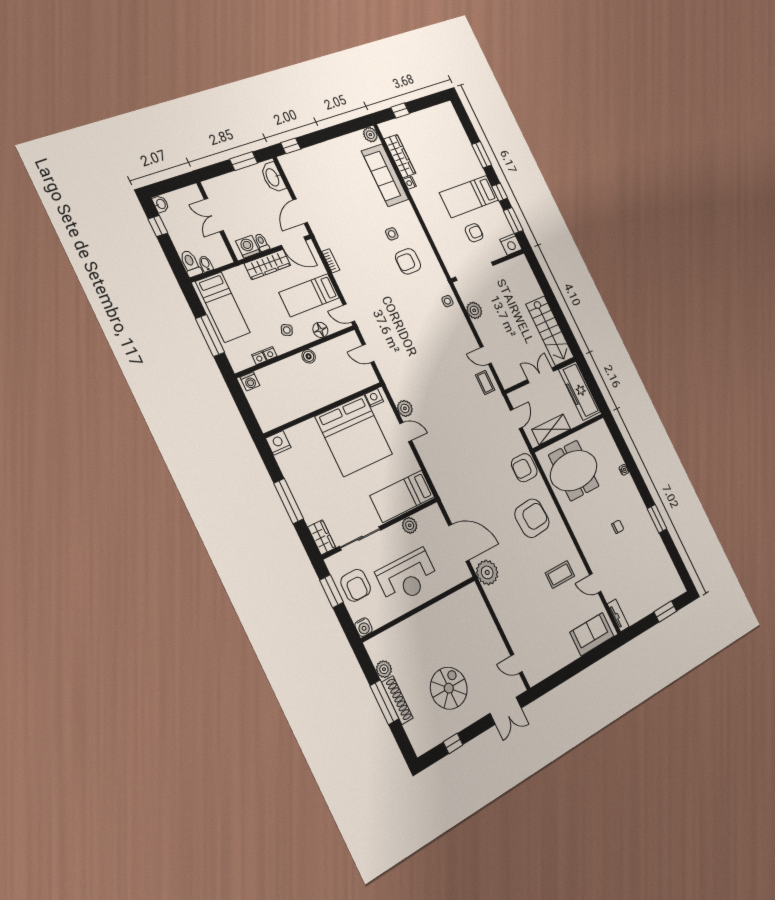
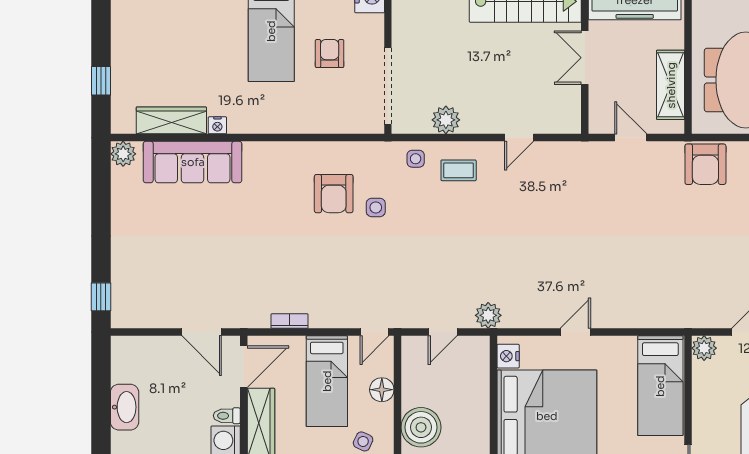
window: (244, 161) -> (101, 384), removed
washbasin: (273, 177) -> (125, 407), moved, turned -90
side table: (392, 234) -> (376, 207), moved
boiler: (309, 356) -> (421, 427), width x1.86, depth x1.86
coffee table: (485, 382) -> (459, 170), moved
plant: (405, 408) -> (488, 315), moved
plant: (410, 525) -> (704, 348), moved

